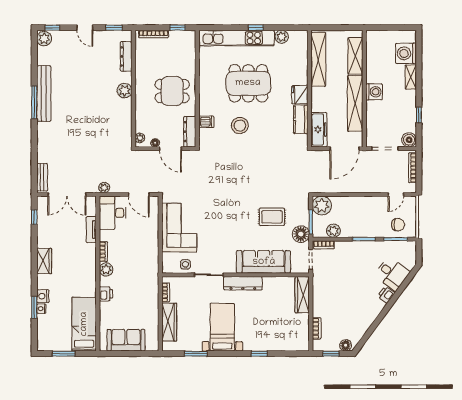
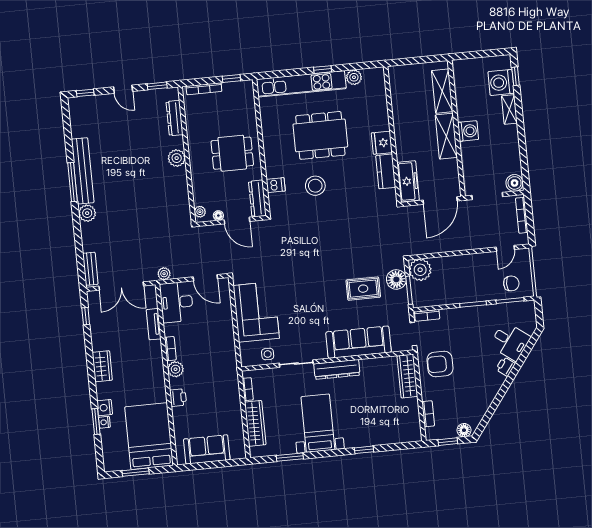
plant: (44, 39) -> (87, 213), moved
shelving: (318, 59) -> (399, 99), removed
shelving: (355, 103) -> (446, 136), width x0.68
window: (419, 115) -> (516, 76), moved
plant: (334, 231) -> (437, 298), removed
floor lamp: (301, 234) -> (396, 279), moved
armchair: (331, 287) -> (440, 364), added
bed: (84, 324) -> (149, 436), width x1.50

